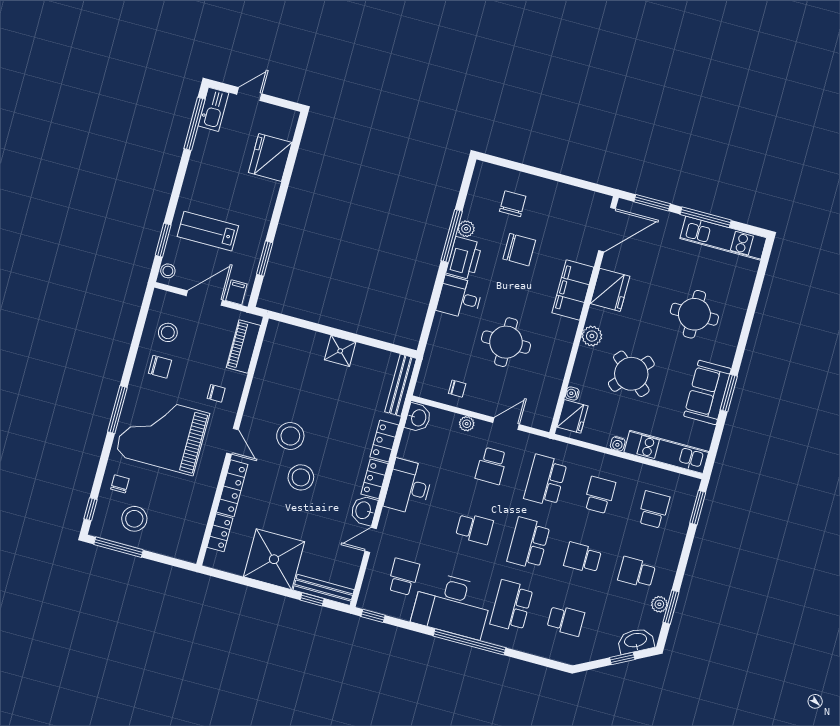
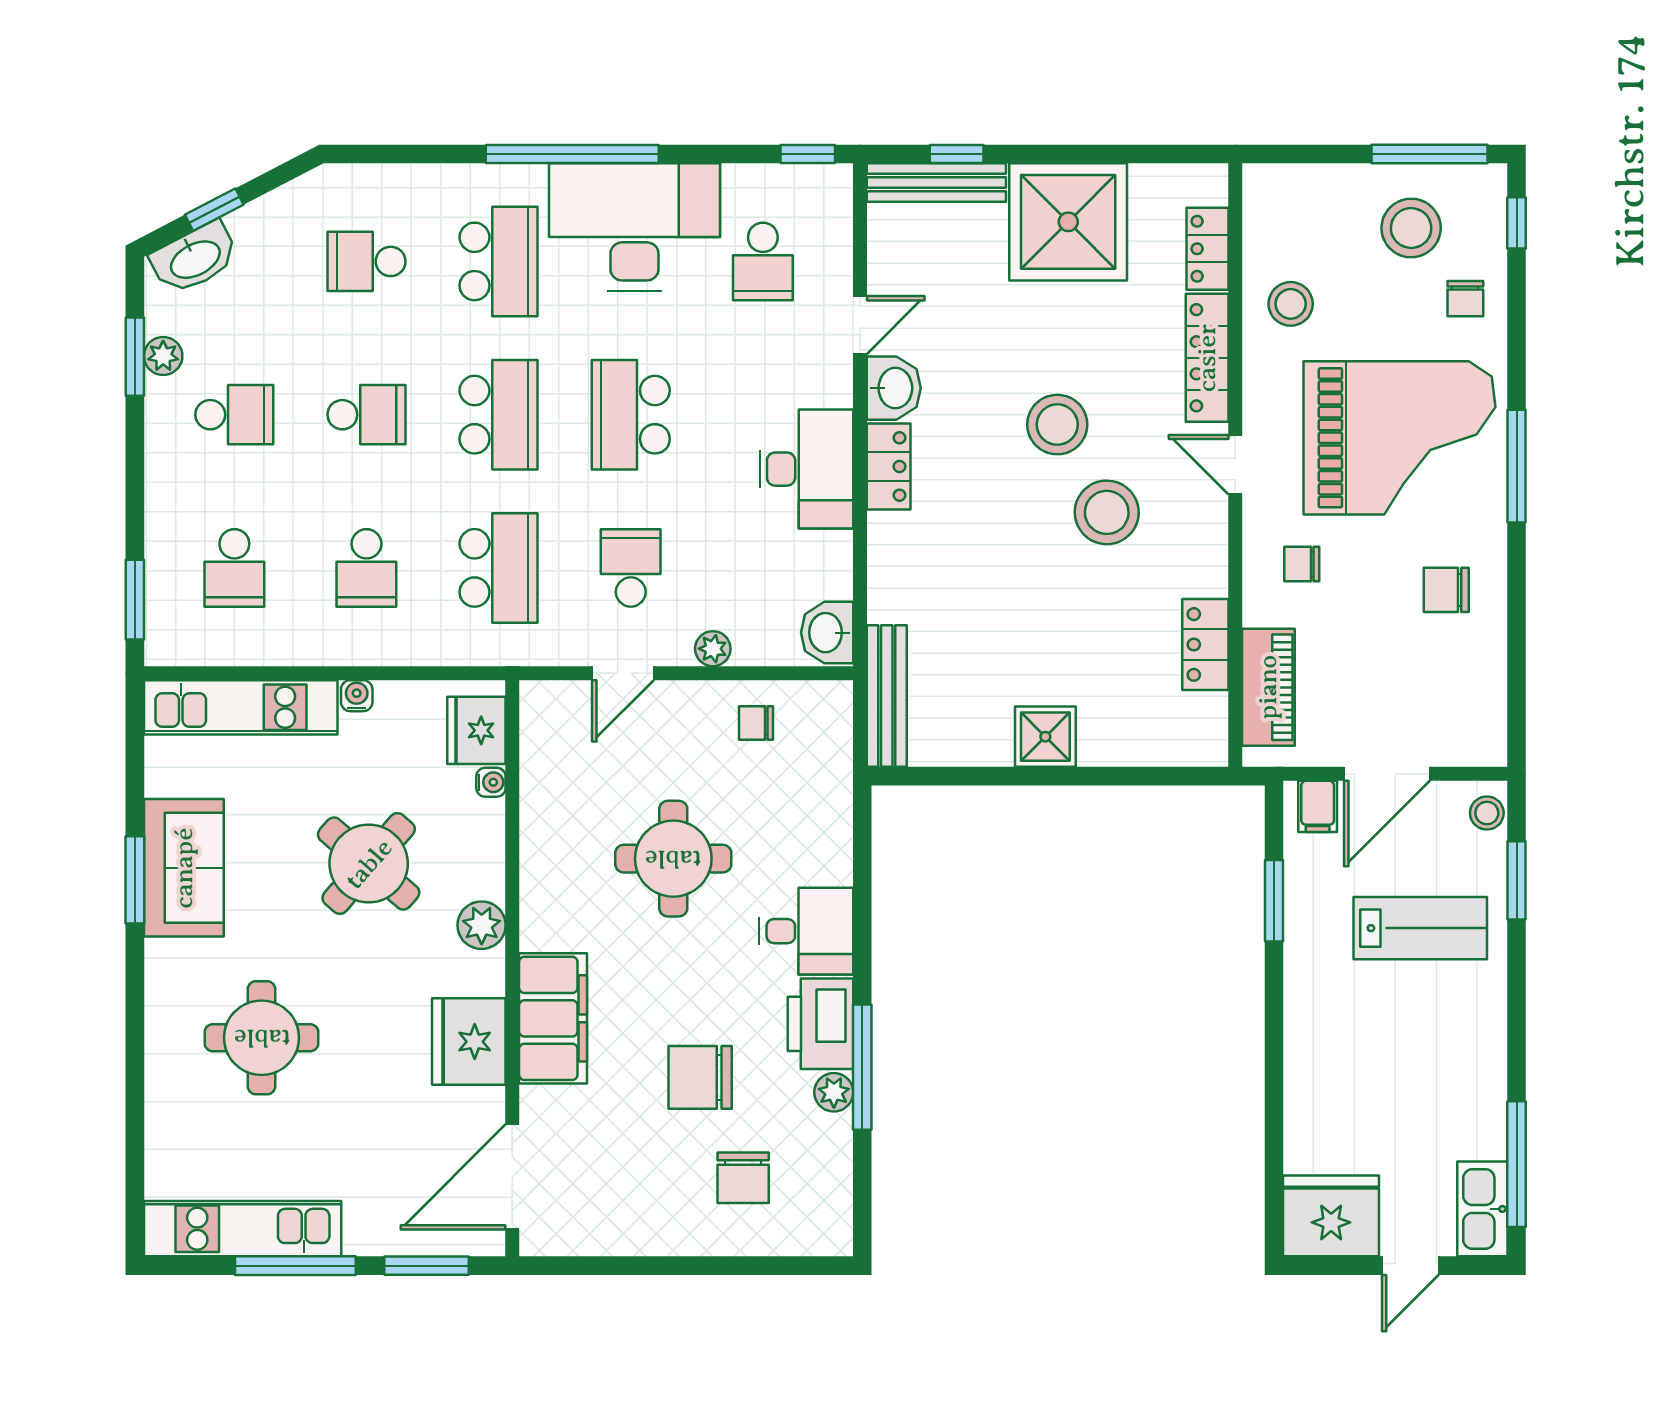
fridge: (270, 157) -> (1331, 1216), moved, turned -90
stool: (168, 332) -> (1291, 304), moved
locker: (384, 441) -> (1205, 644), moved, turned 180
school desk: (474, 529) -> (631, 415), width x1.85

